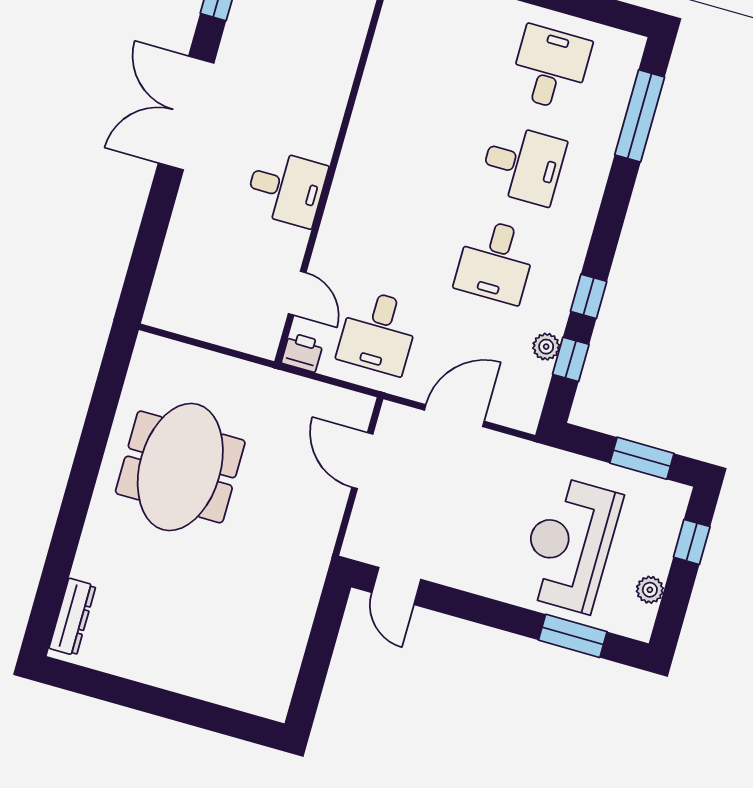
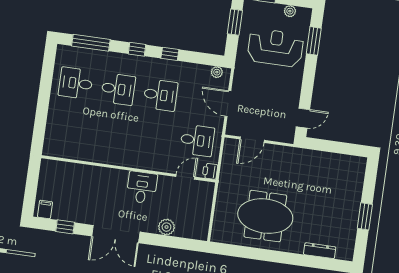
desk: (523, 165) -> (118, 89), turned 90
plant: (186, 233) -> (166, 227), added
plant: (546, 347) -> (217, 72), moved
window: (571, 359) -> (137, 49), moved
reception desk: (570, 544) -> (275, 48), turned 180
dresser: (72, 617) -> (320, 251), moved
window: (148, 699) -> (365, 216), added

